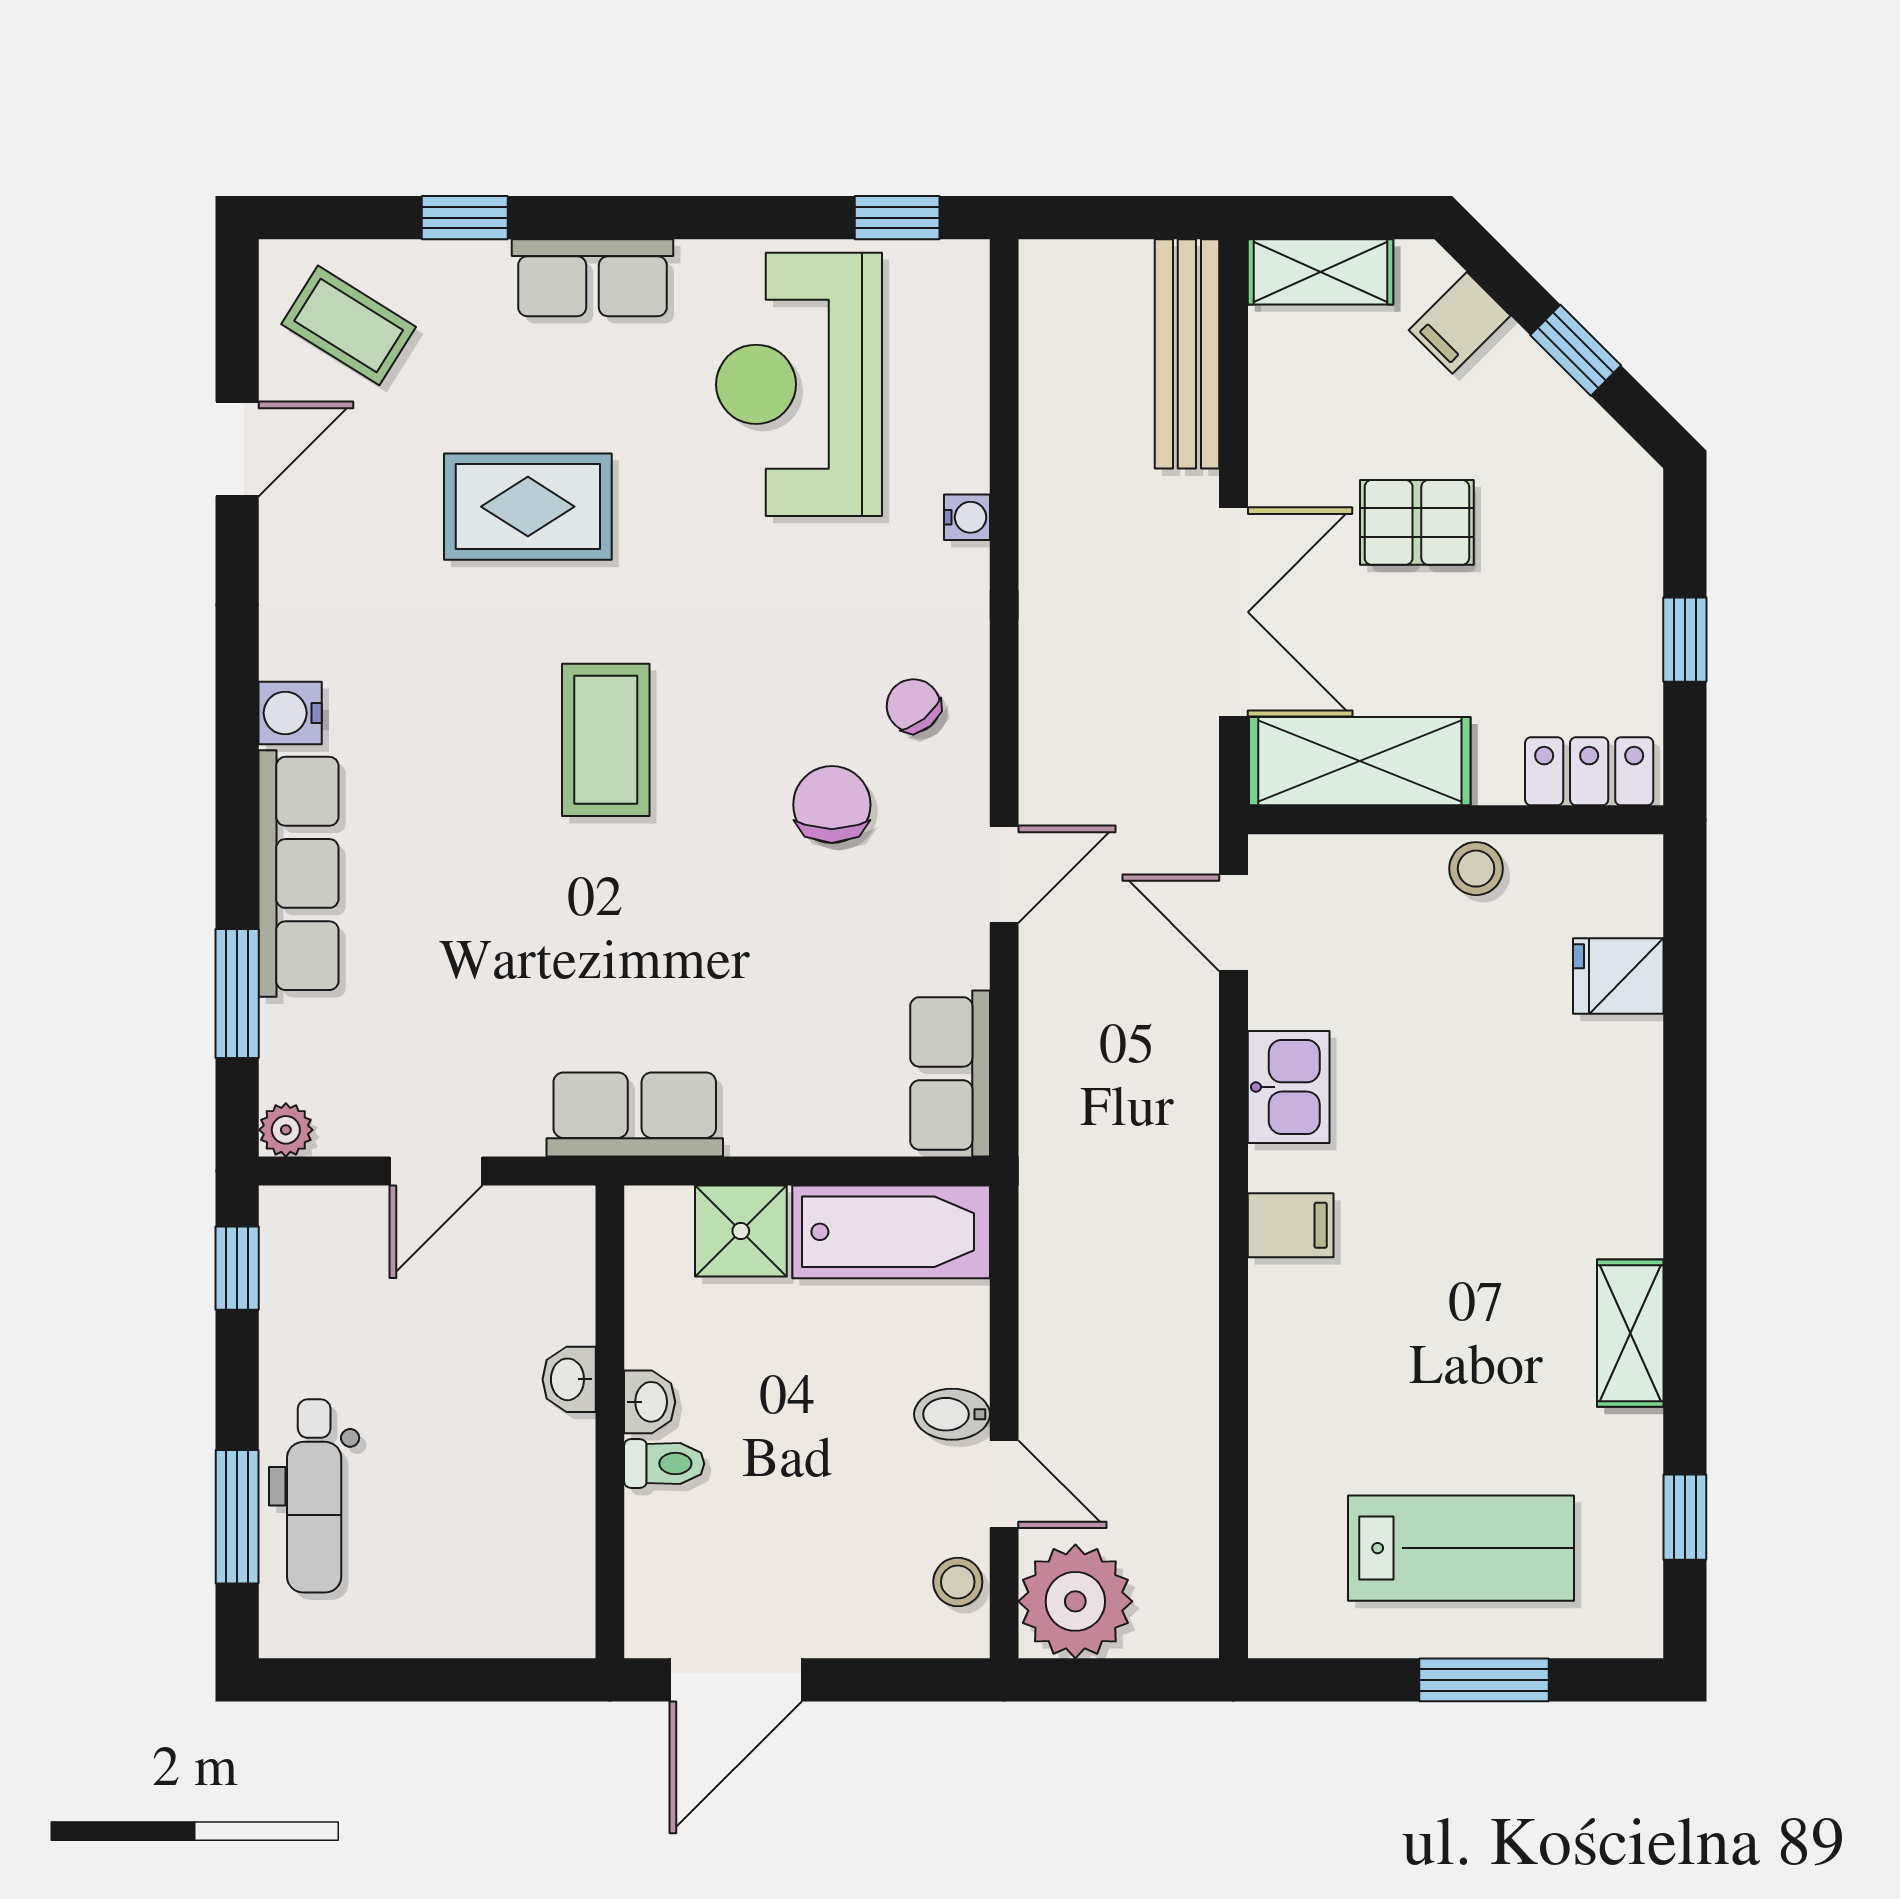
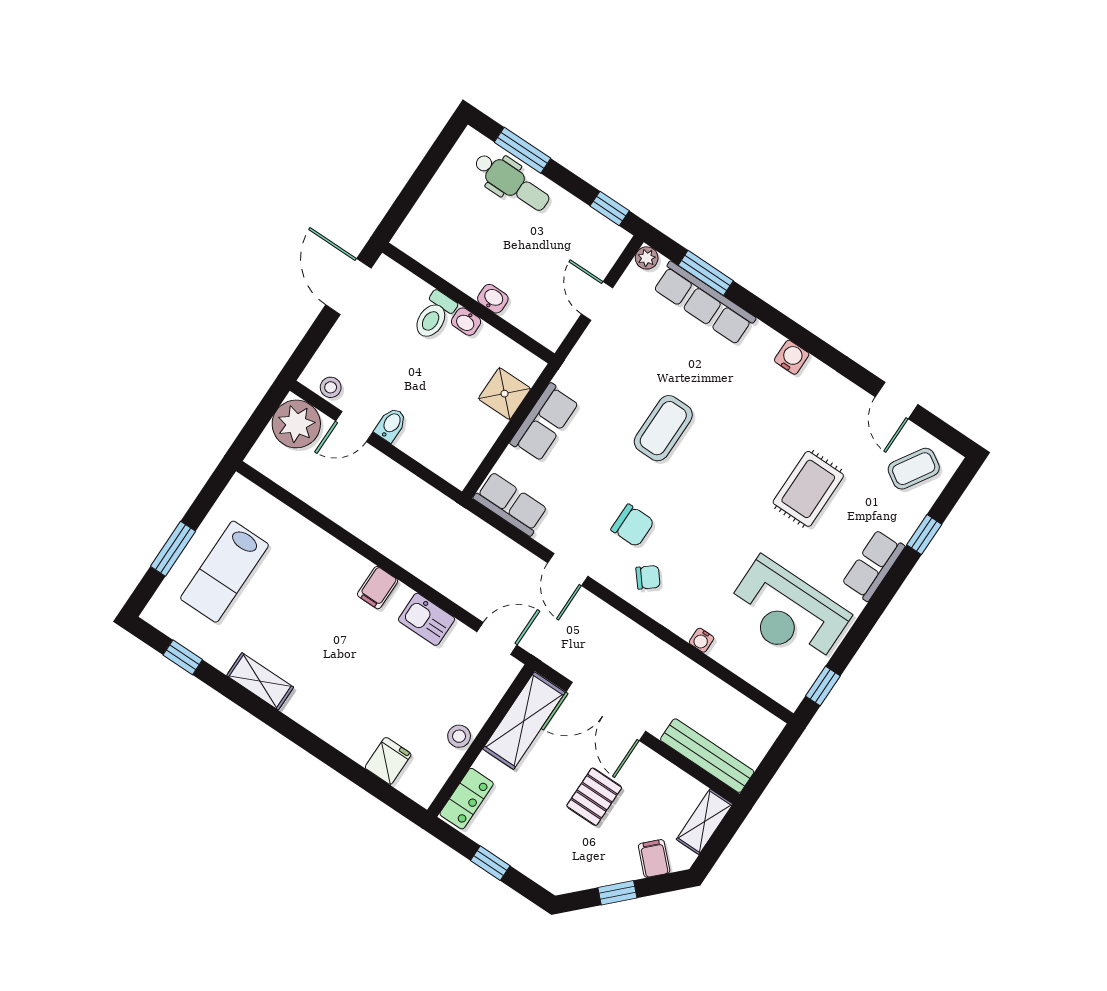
reception desk: (799, 384) -> (787, 613), turned 180
coffee table: (606, 740) -> (663, 428), moved, turned 90
row of seats: (299, 873) -> (704, 303), moved
row of seats: (635, 1114) -> (544, 422), moved
bathtub: (891, 1232) -> (469, 446), removed
toilet: (664, 1464) -> (434, 316), width x1.37, depth x1.39
dental chair: (314, 1496) -> (512, 182), turned 180

